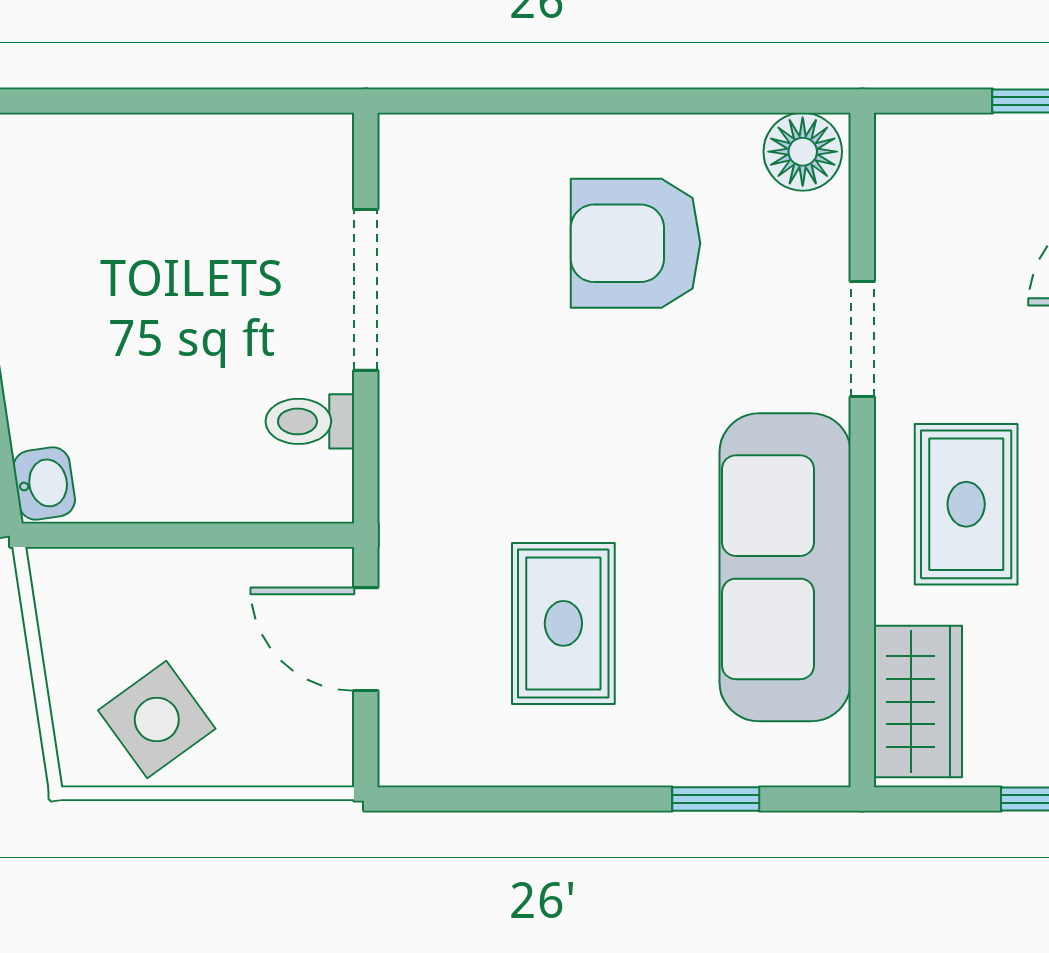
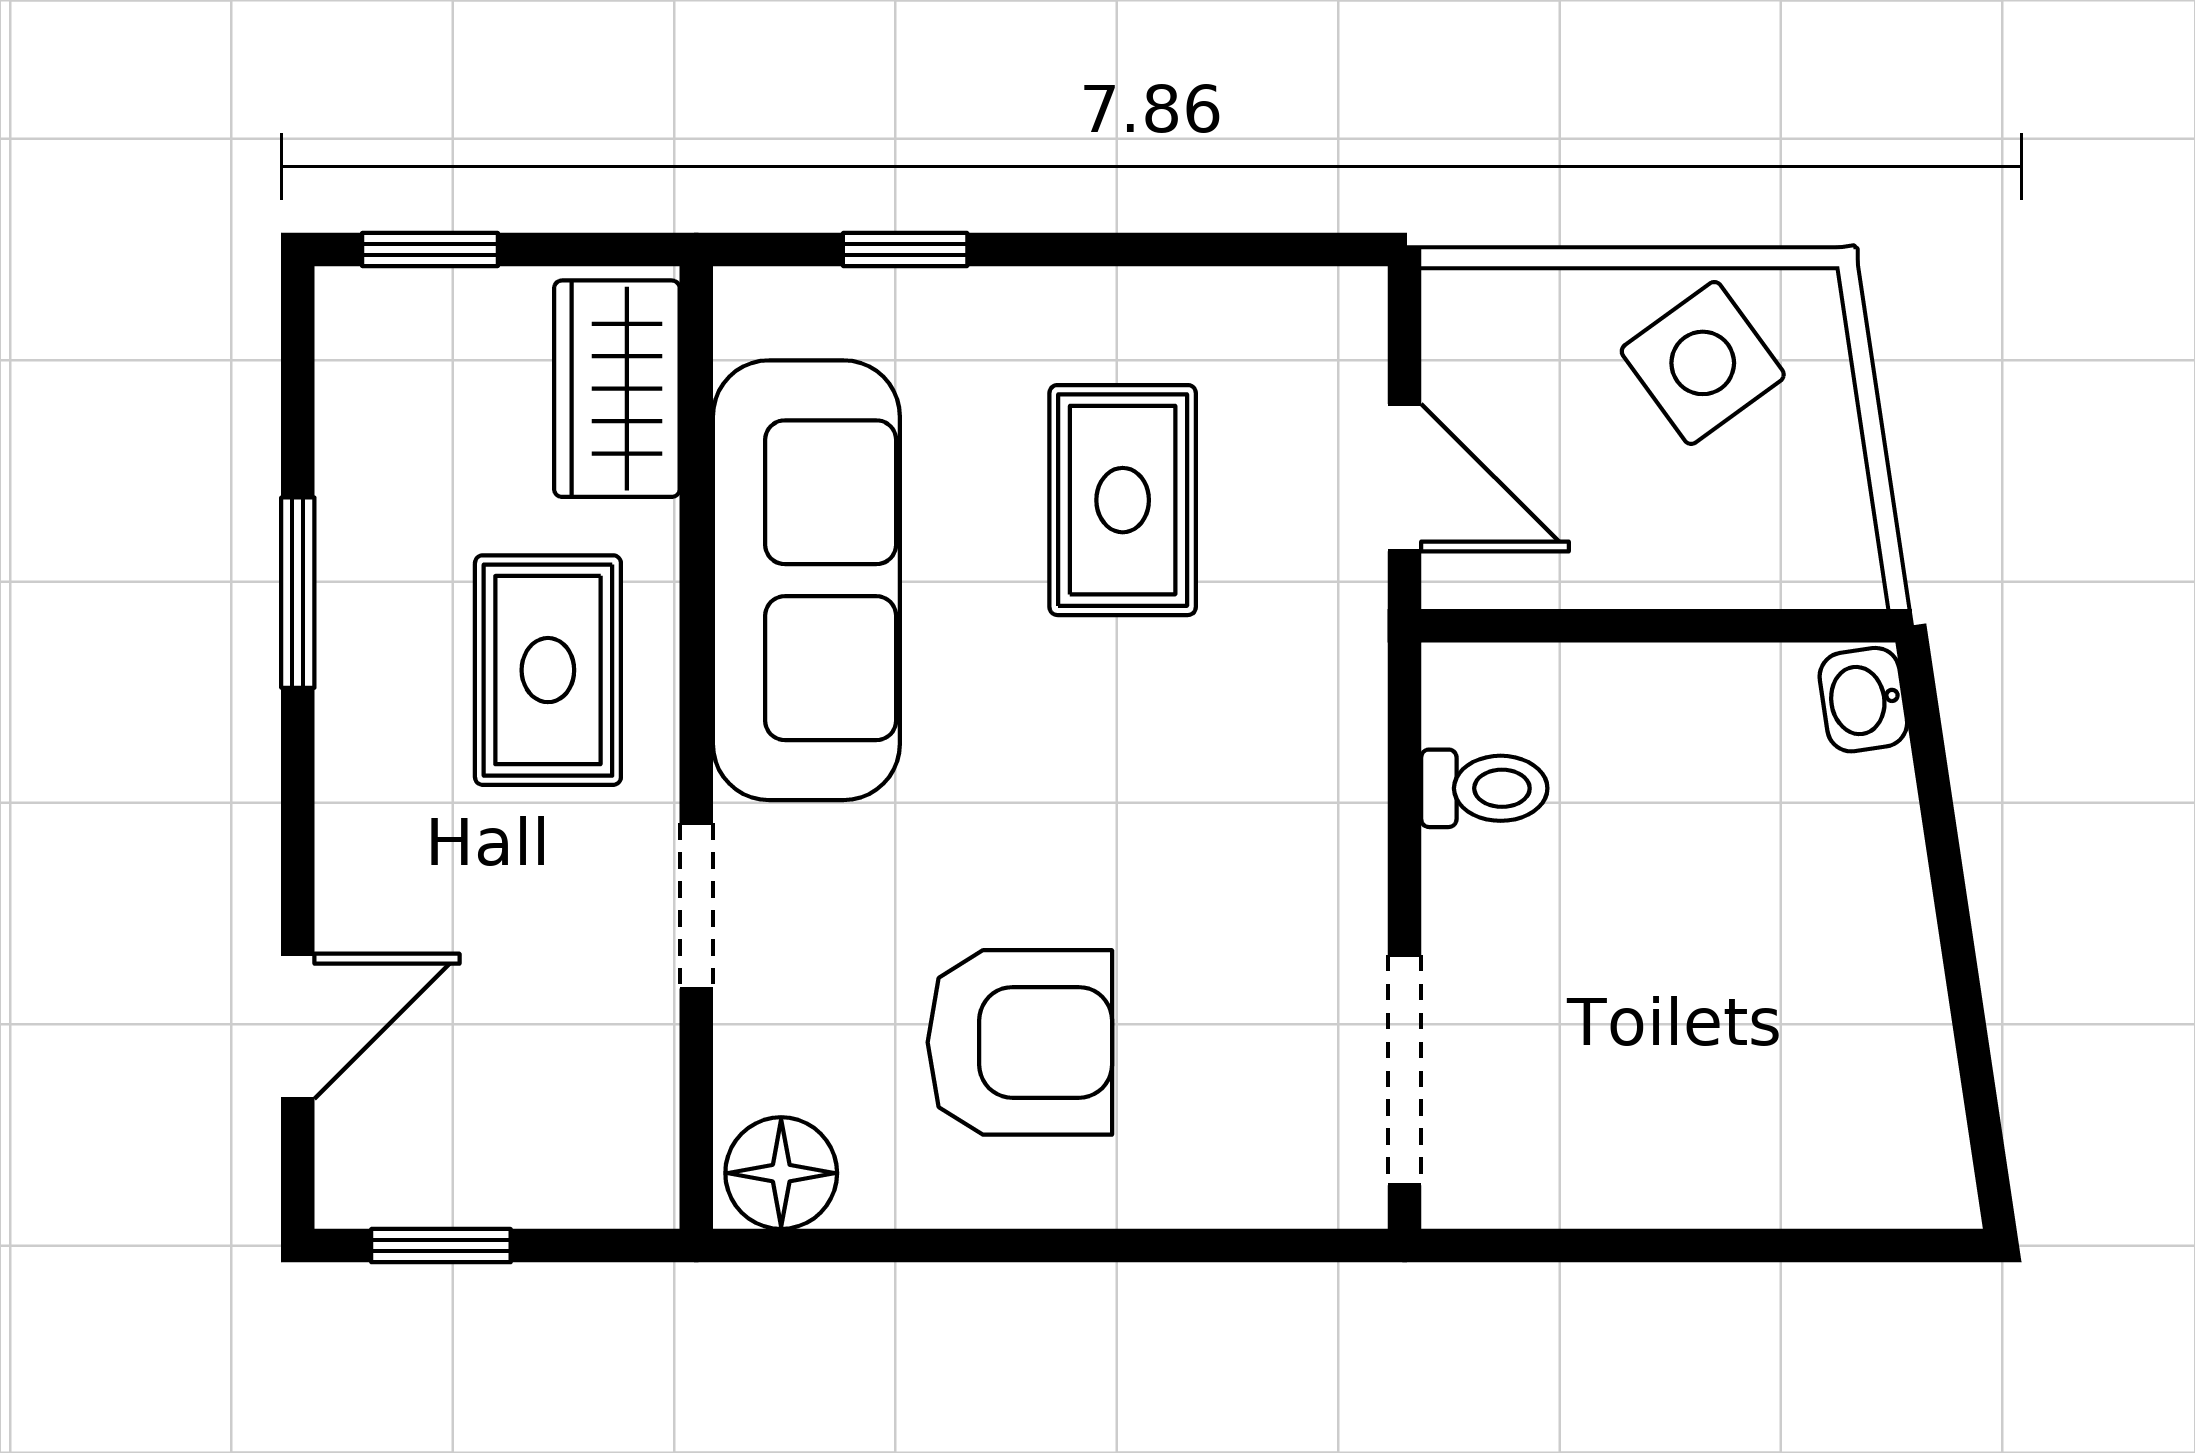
doorway: (366, 290) -> (1405, 1070), moved

